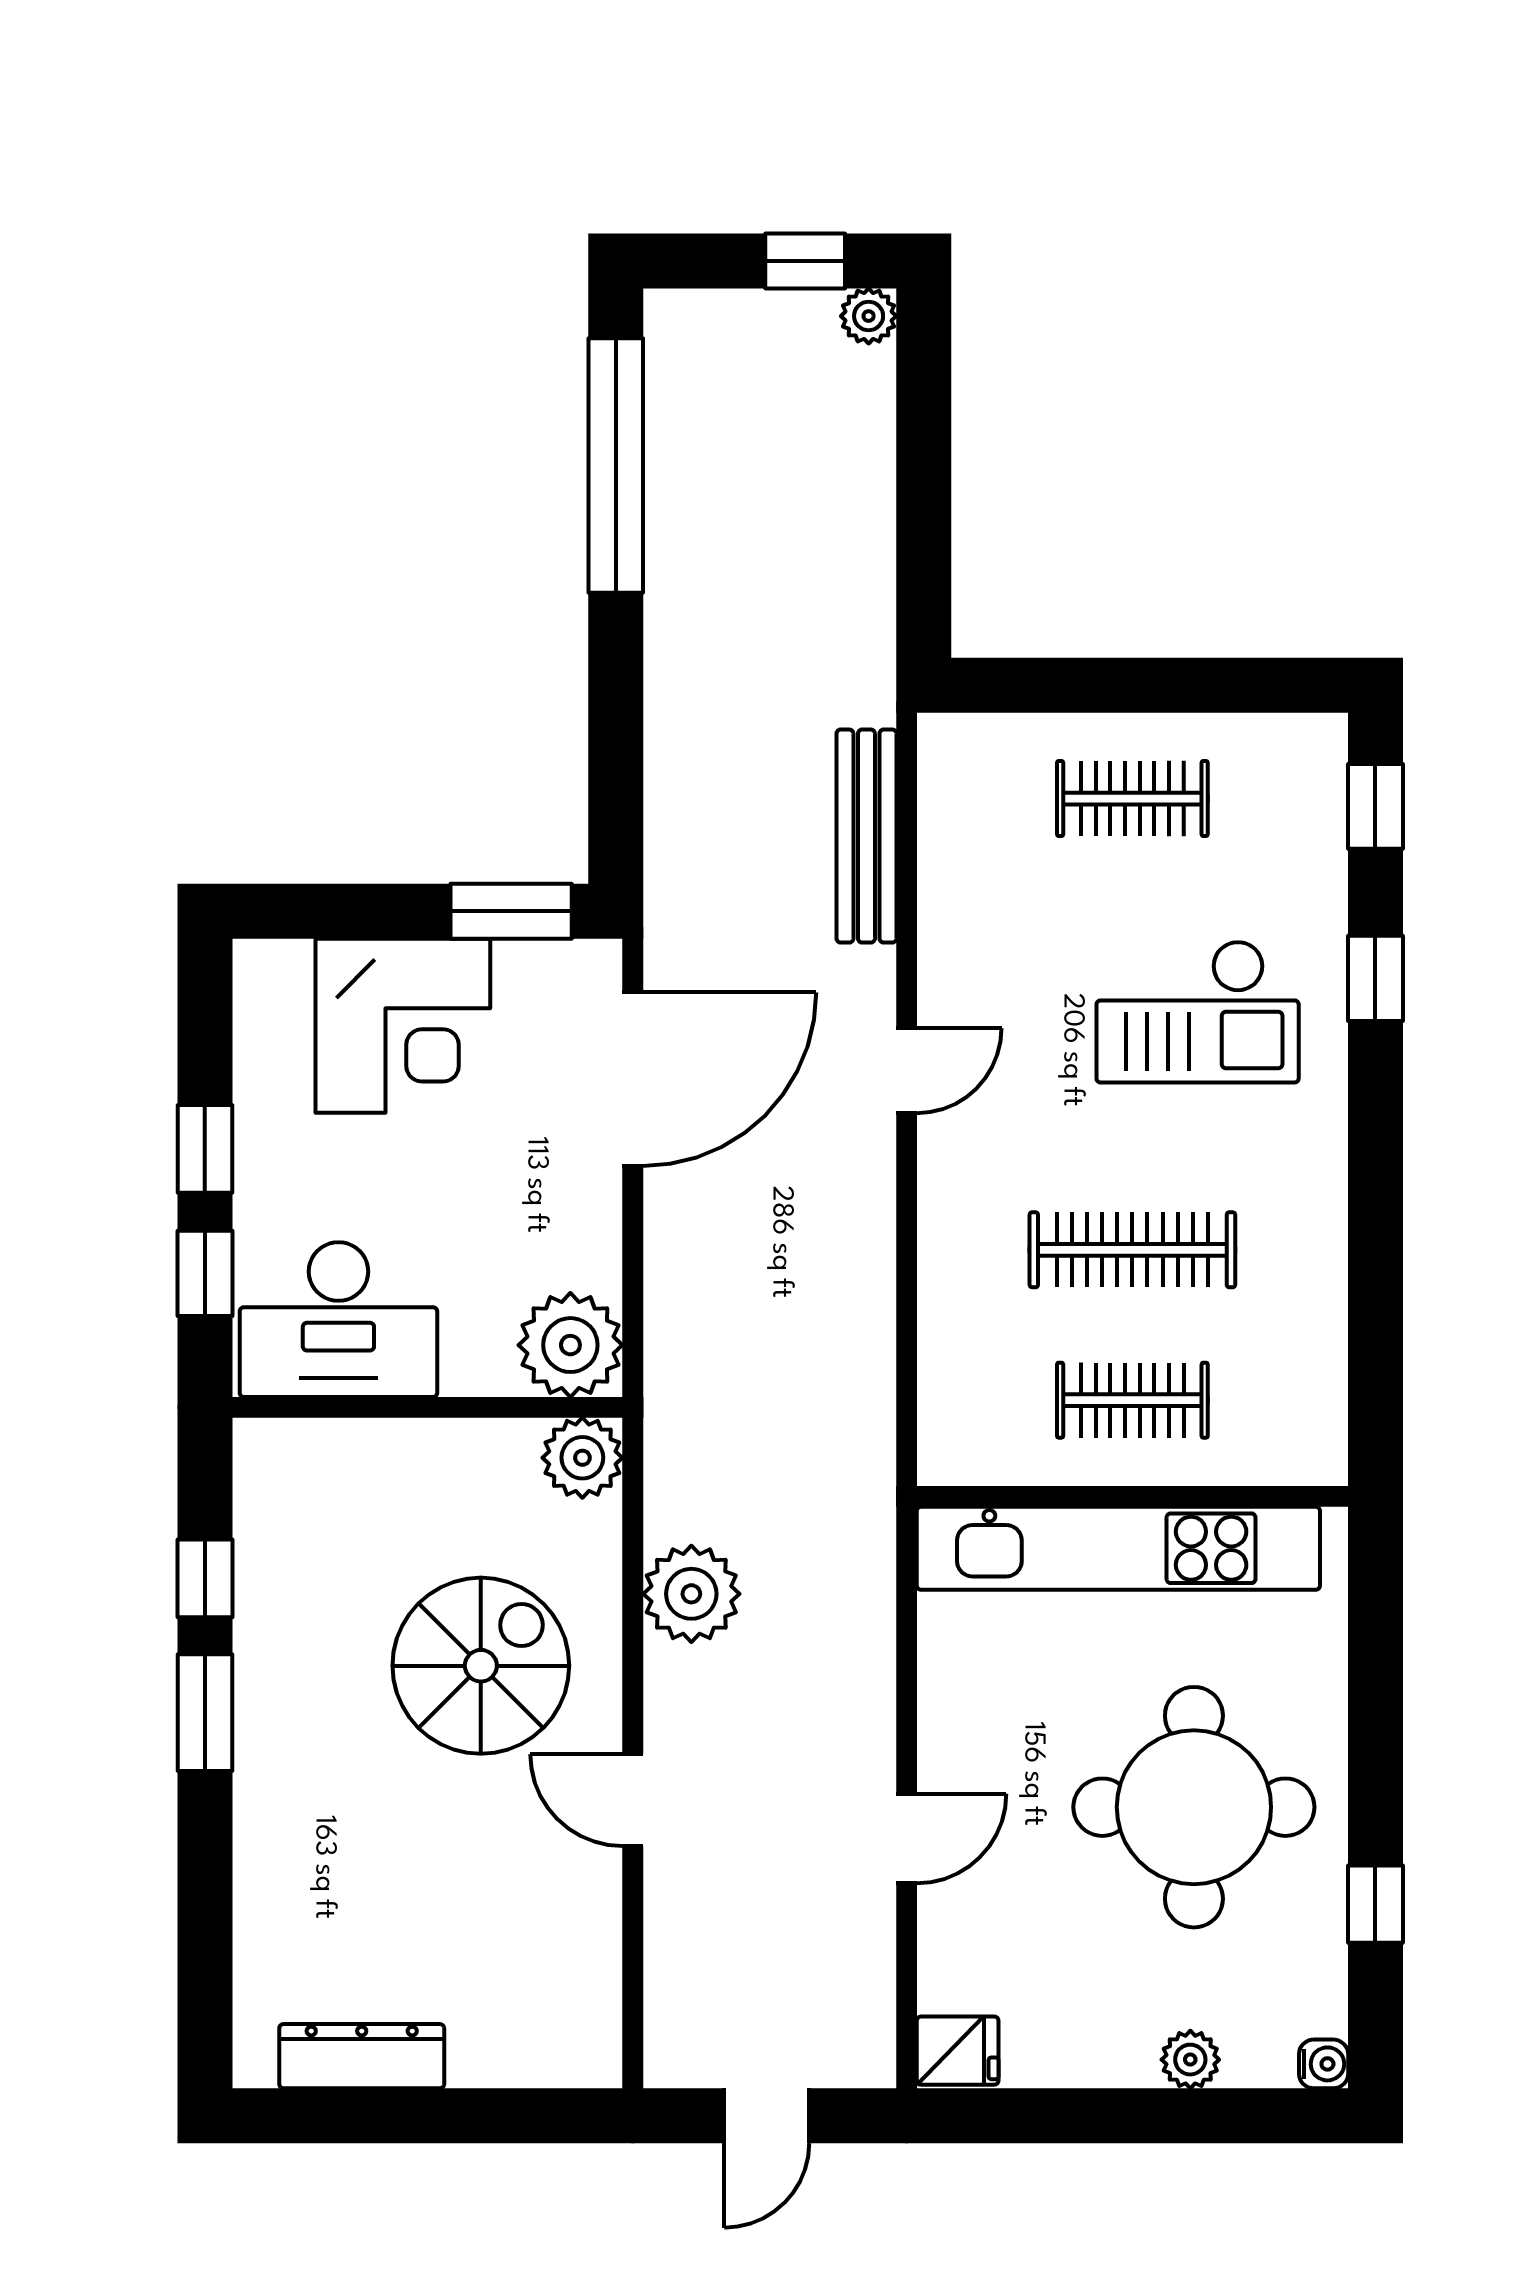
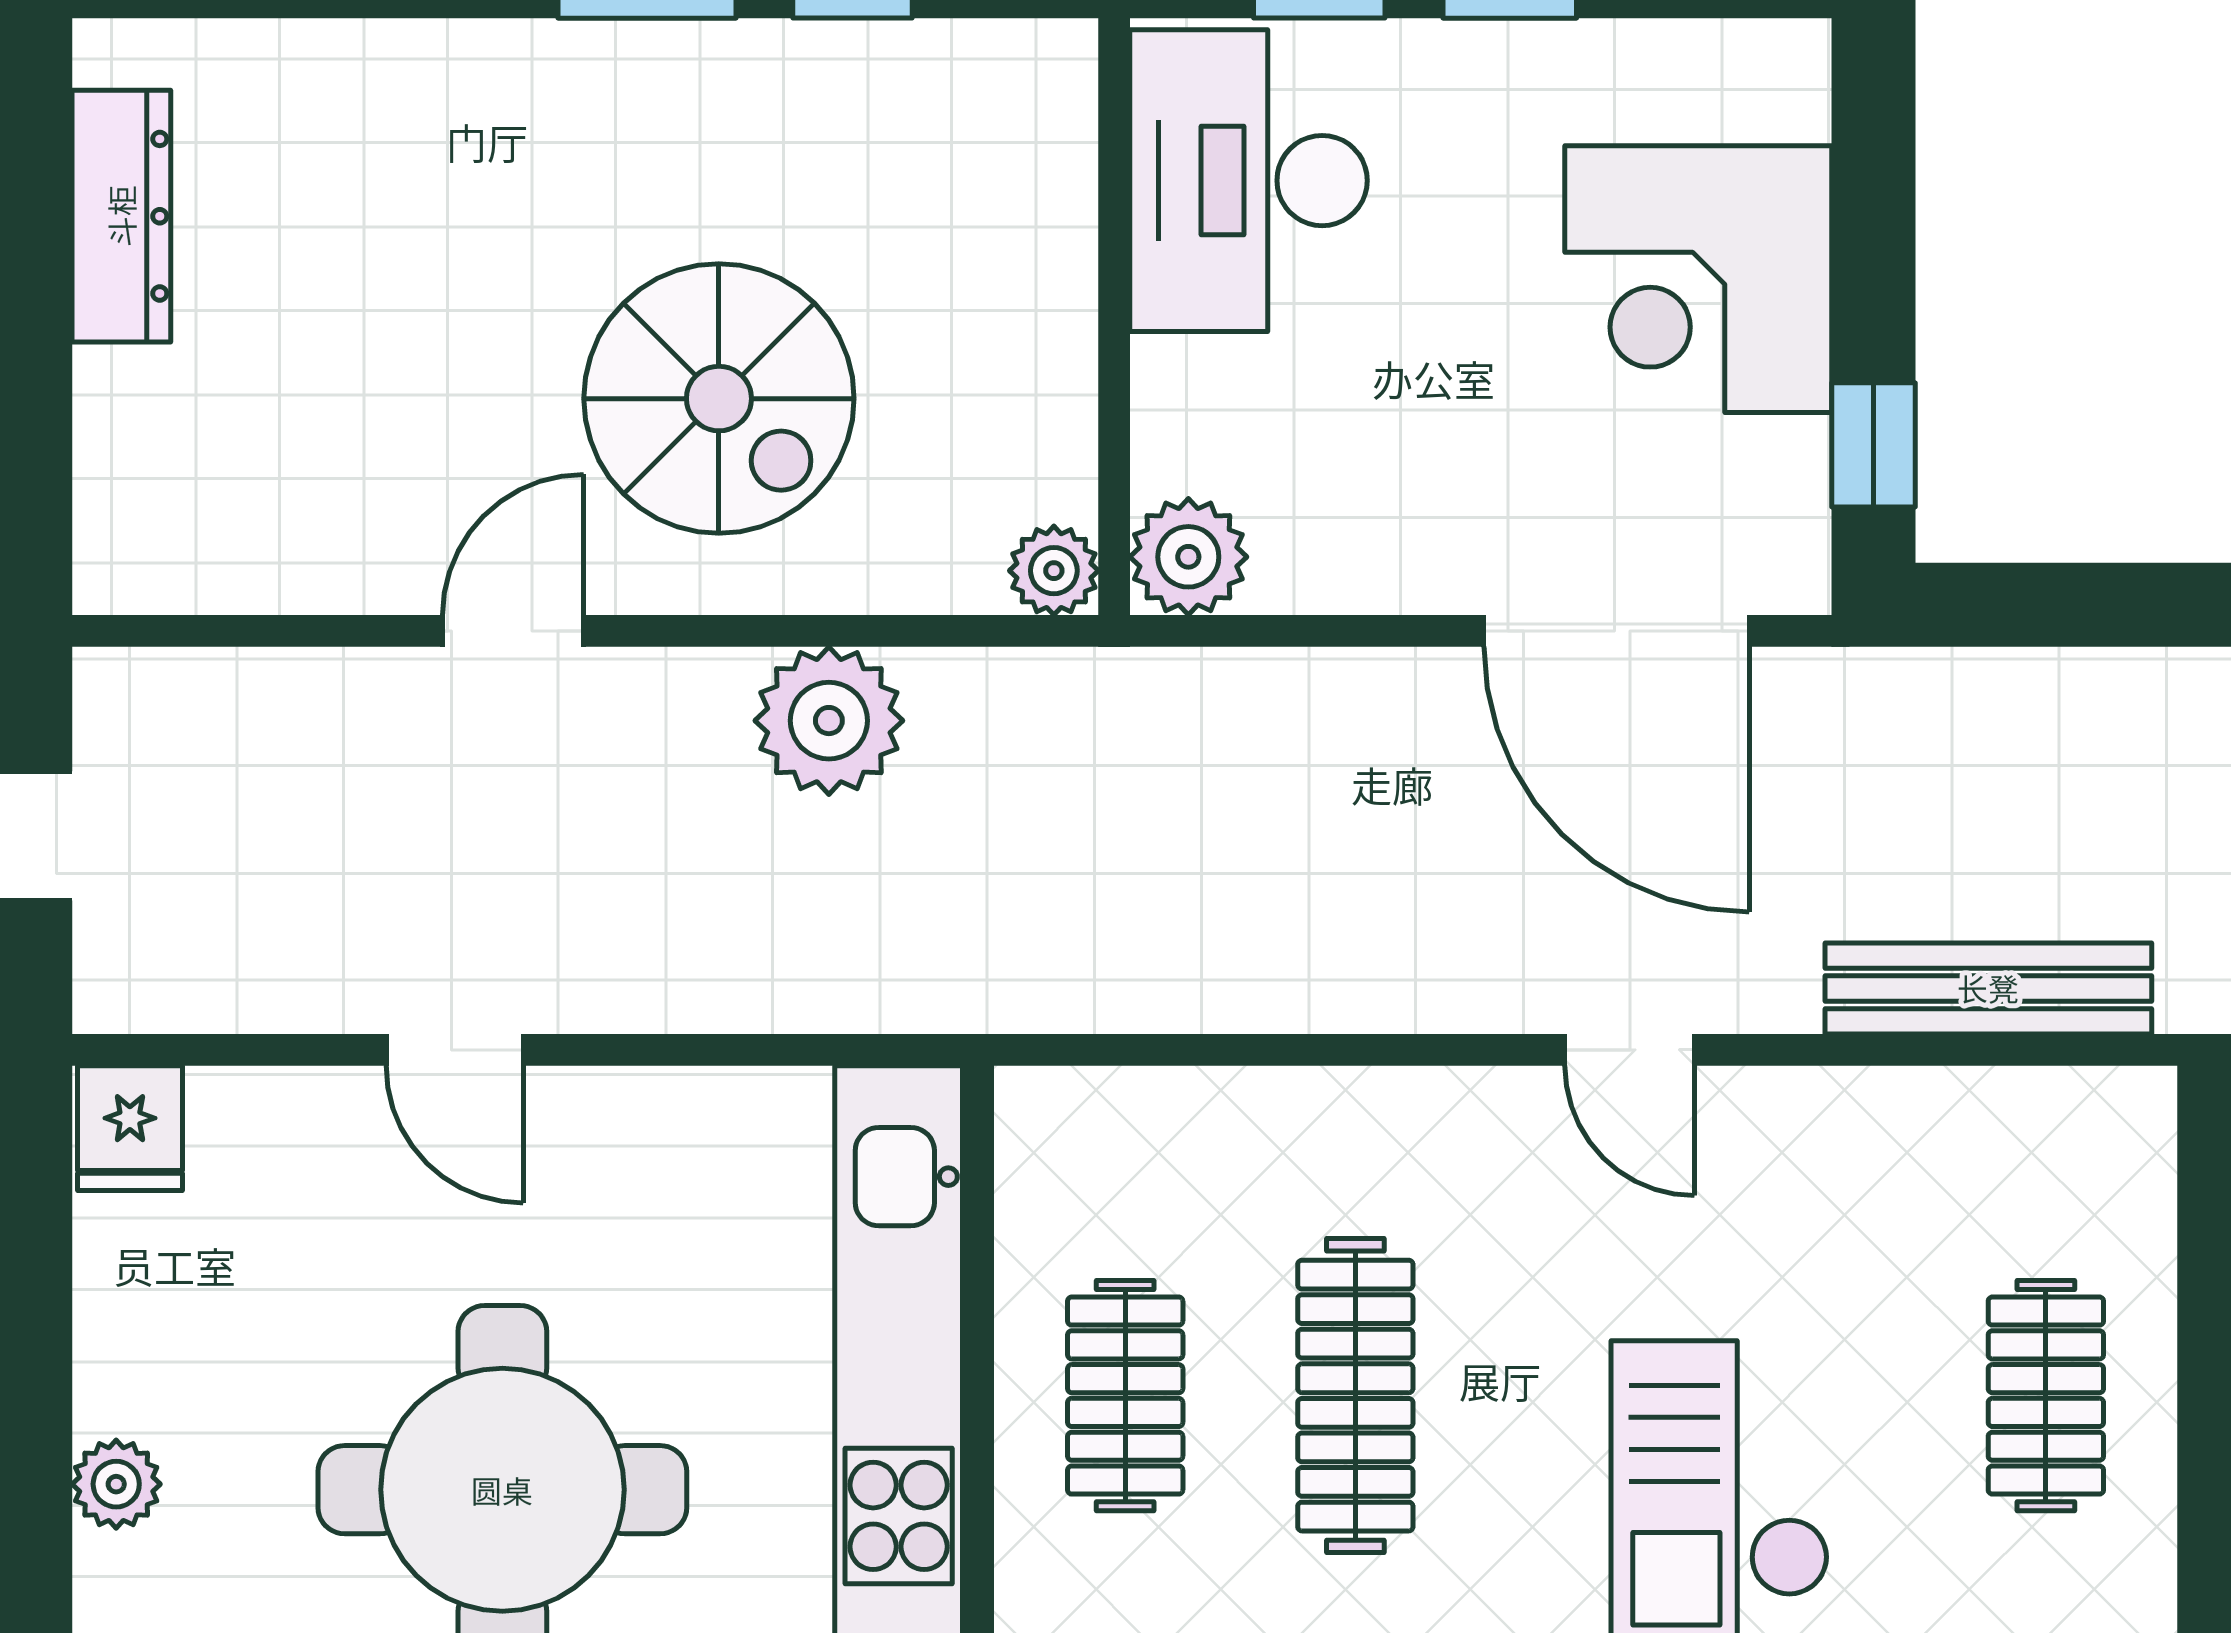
window: (511, 911) -> (1874, 445), width x0.67
plant: (570, 1345) -> (1188, 557), width x0.73, depth x0.73
plant: (582, 1458) -> (1054, 571), width x0.73, depth x0.73

